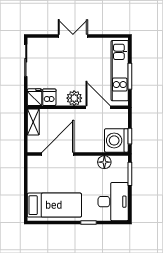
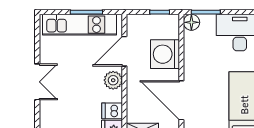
double door: (73, 36) -> (37, 82), swing flipped
washing machine: (116, 140) -> (165, 54), moved, turned 90
floor lamp: (104, 162) -> (191, 22), moved

